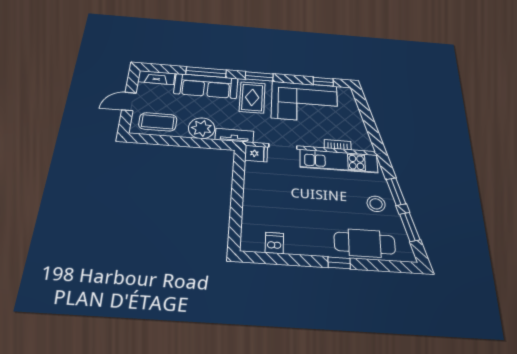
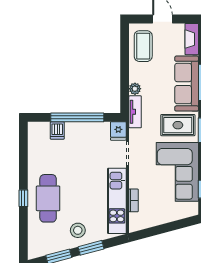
plant: (202, 128) -> (135, 89), width x0.53, depth x0.53
window: (237, 195) -> (77, 117), added
dishwasher: (274, 243) -> (57, 131), moved, turned 90
cafe table: (365, 243) -> (48, 198), moved

